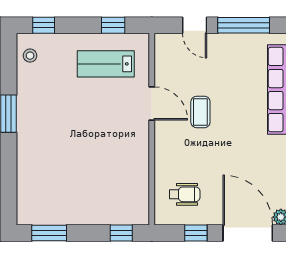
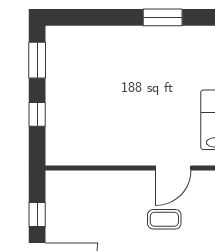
wheelchair: (185, 194) -> (78, 203), removed
window: (121, 233) -> (37, 114), moved

